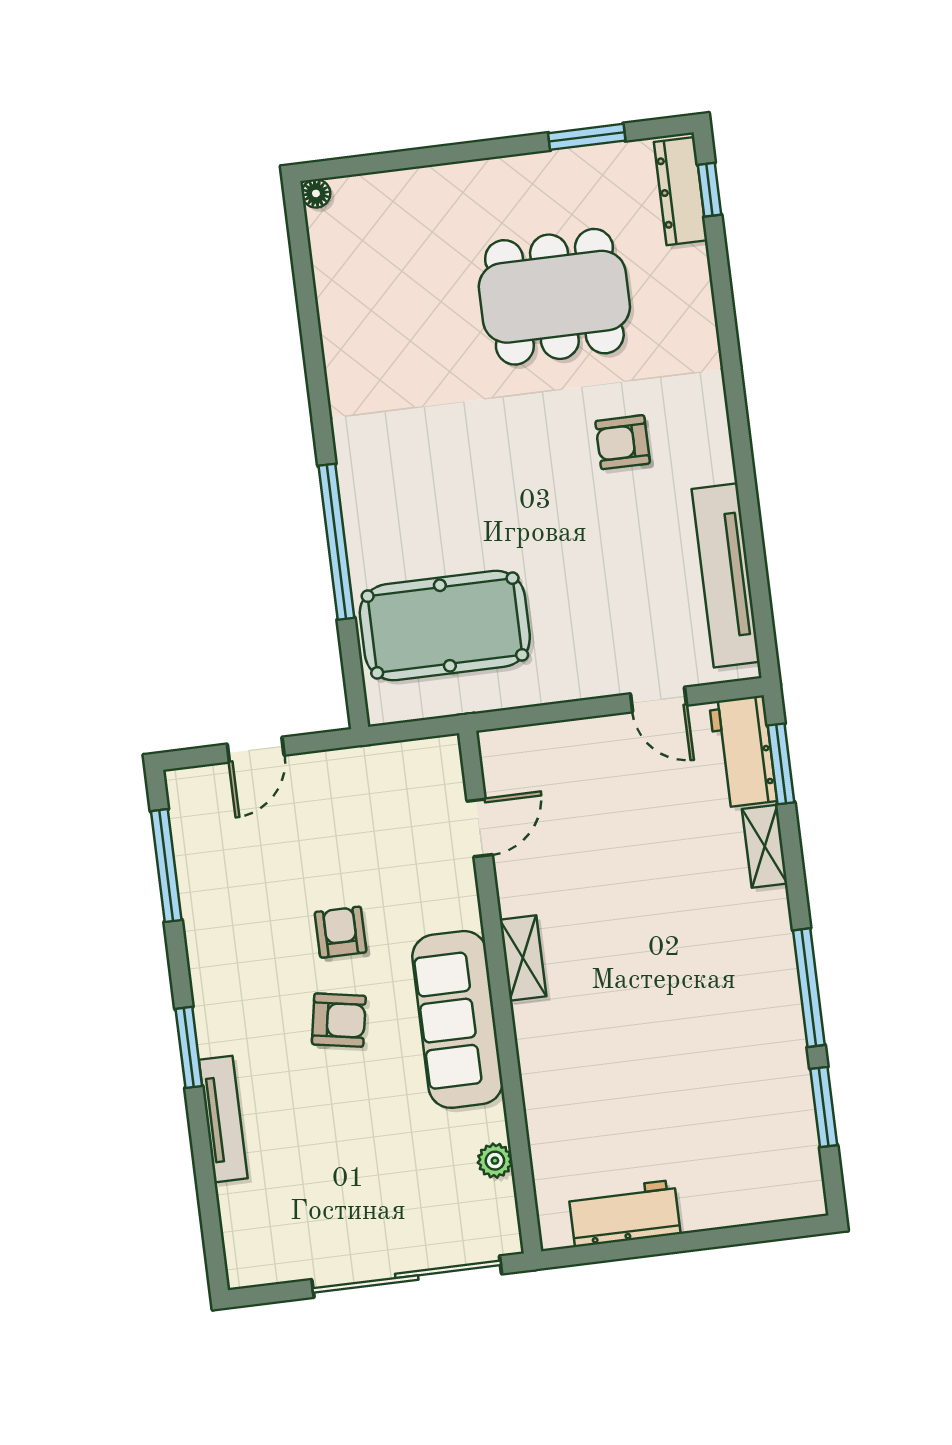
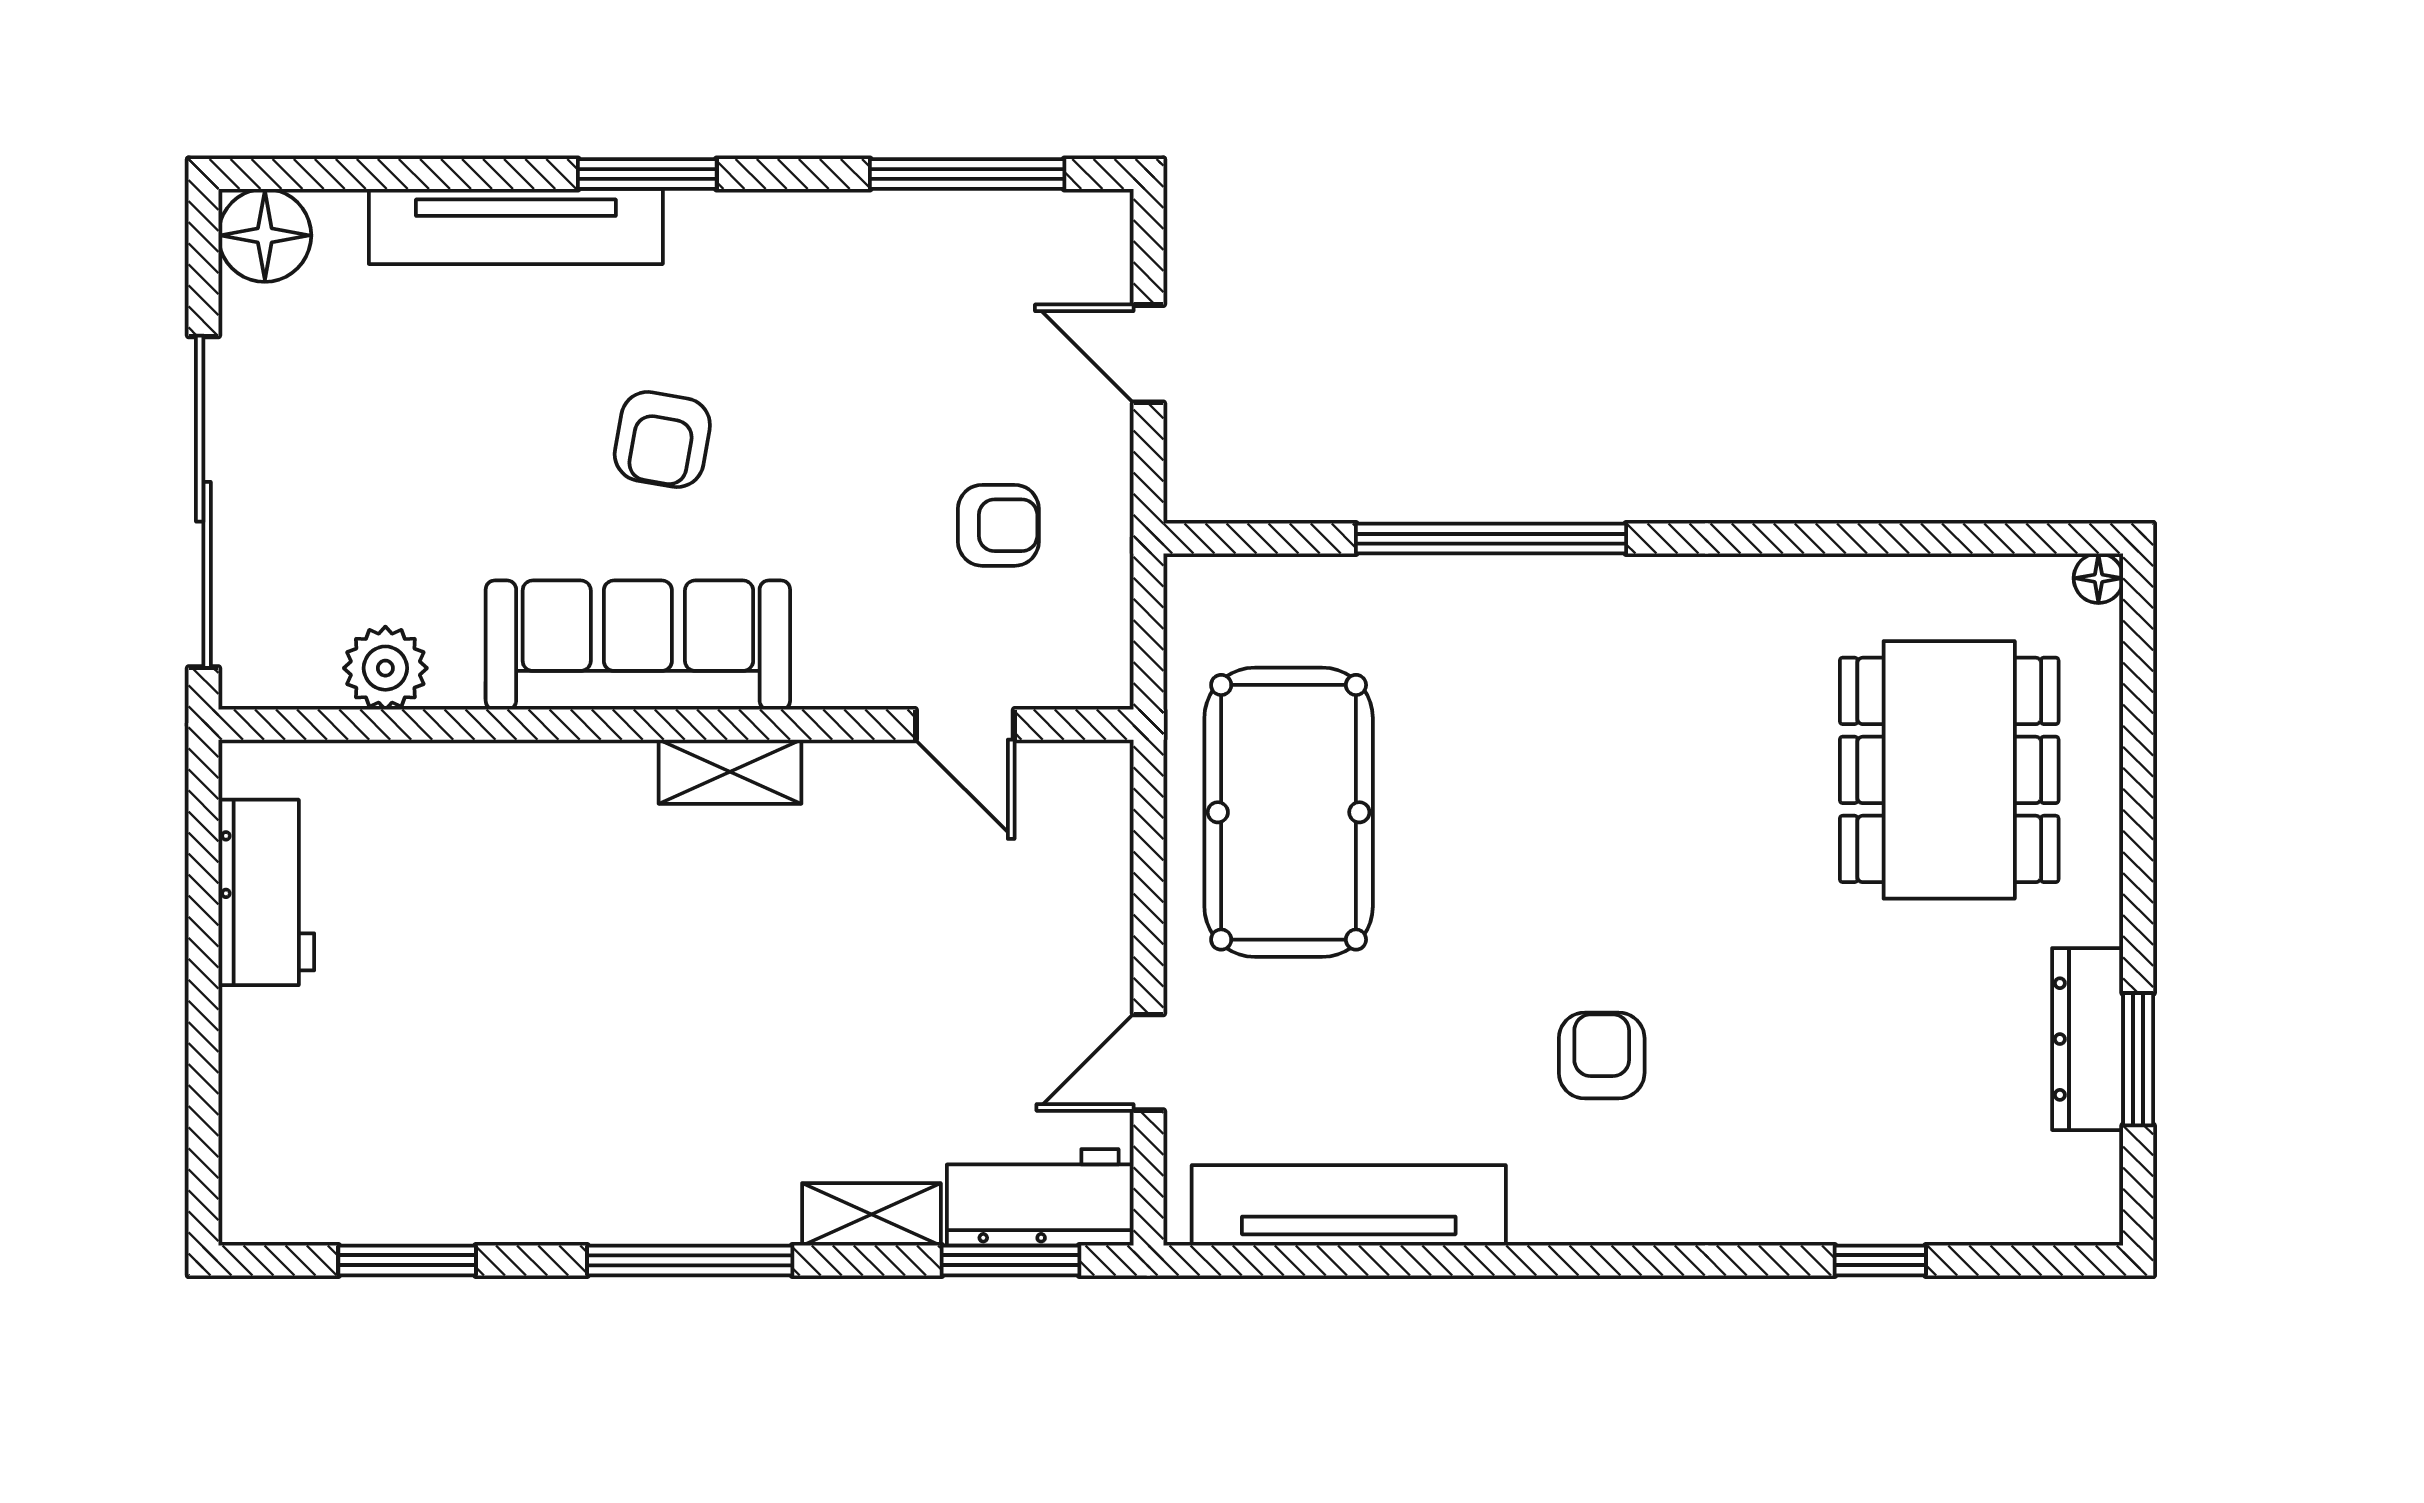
window: (710, 190) -> (1880, 1260), moved
dresser: (681, 191) -> (2088, 1039), moved, turned -90
dining table: (554, 297) -> (1949, 770), moved
pool table: (445, 626) -> (1289, 812), moved
armchair: (341, 932) -> (998, 525), moved
window: (809, 988) -> (690, 1260), moved
tv unit: (223, 1119) -> (516, 226), width x1.36, depth x1.29
plant: (495, 1161) -> (385, 668), width x1.38, depth x1.38
floor lamp: (251, 1261) -> (265, 235), added

